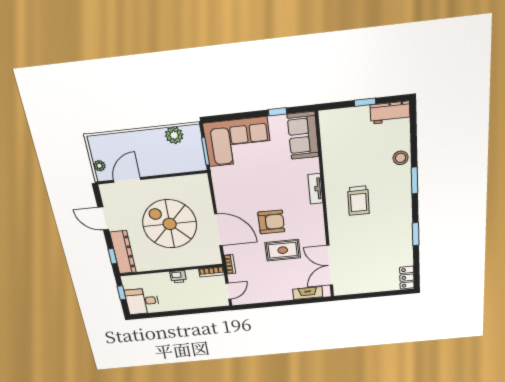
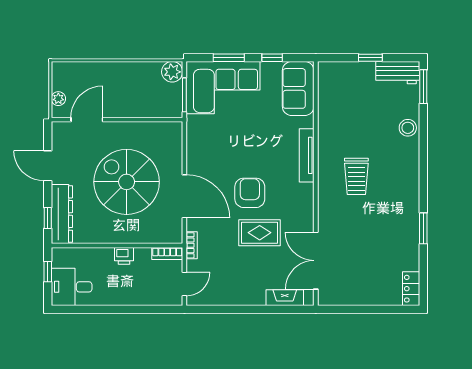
window: (239, 116) -> (229, 58), added
plant: (174, 135) -> (172, 72), moved
window: (415, 180) -> (423, 87), moved
tv unit: (315, 189) -> (307, 155), width x1.41
armchair: (271, 222) -> (250, 193), turned -90

